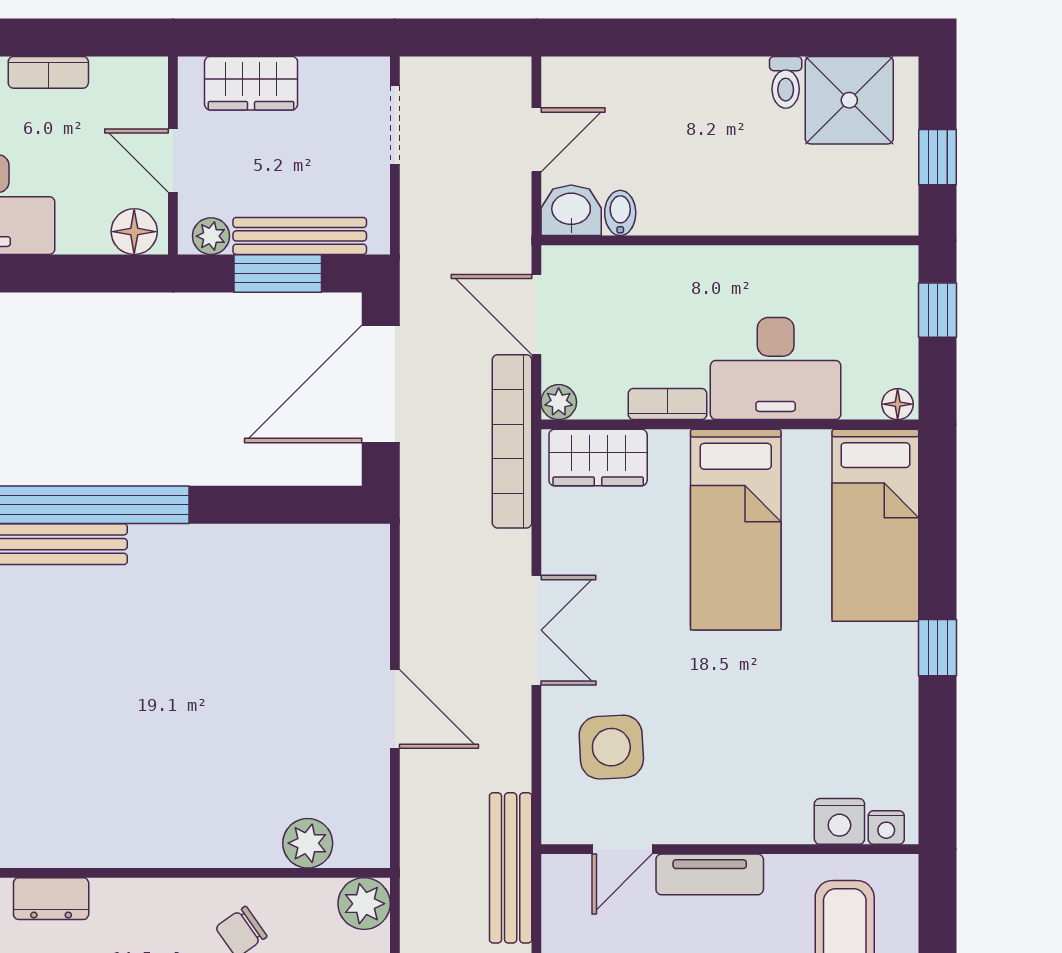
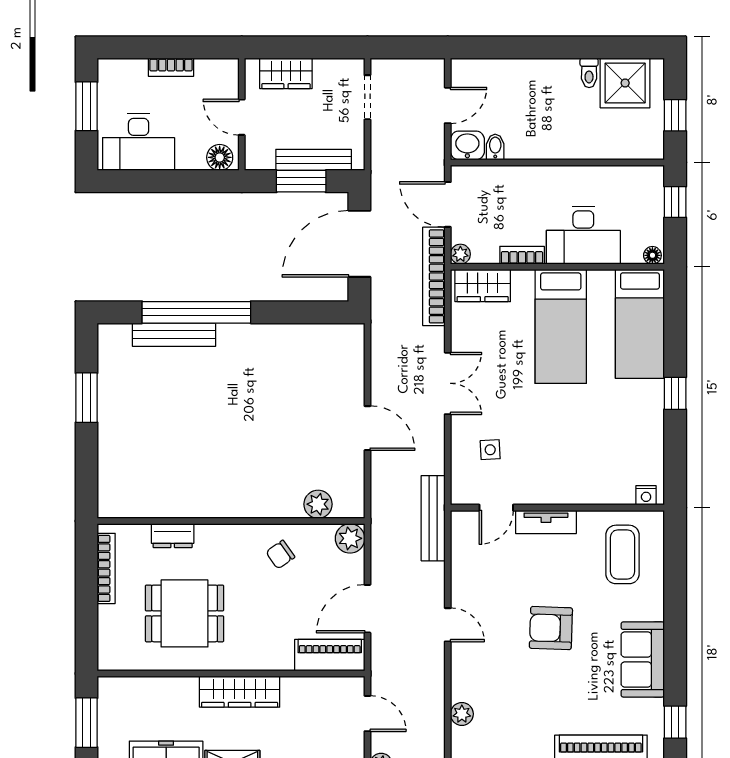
plant: (211, 236) -> (263, 160), removed
side table: (611, 747) -> (490, 450), width x0.54, depth x0.54
nightstand: (839, 821) -> (620, 492), removed

